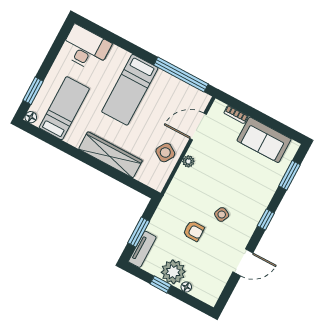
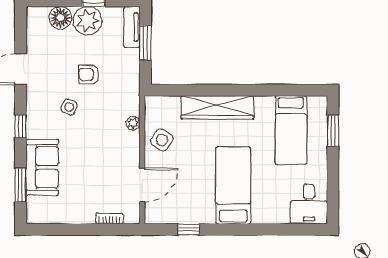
desk: (86, 48) -> (309, 204), width x0.73
window: (181, 75) -> (189, 229), width x0.32
floor lamp: (31, 117) -> (321, 102), removed
sofa: (264, 140) -> (42, 167), moved, turned 90
plant: (188, 161) -> (133, 123), moved
floor lamp: (186, 287) -> (60, 18), width x1.89, depth x1.89

